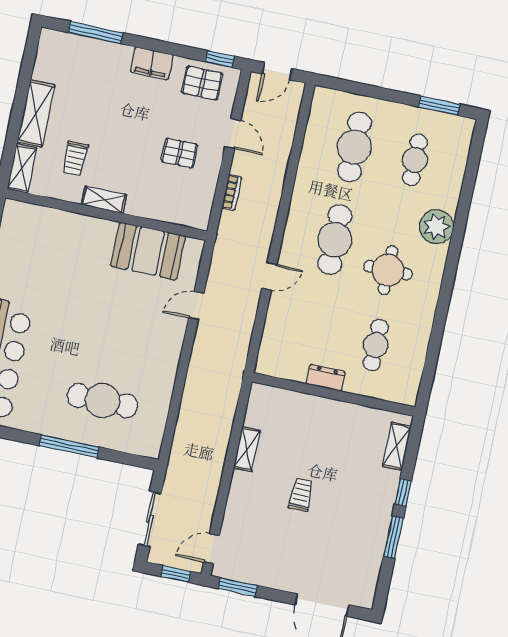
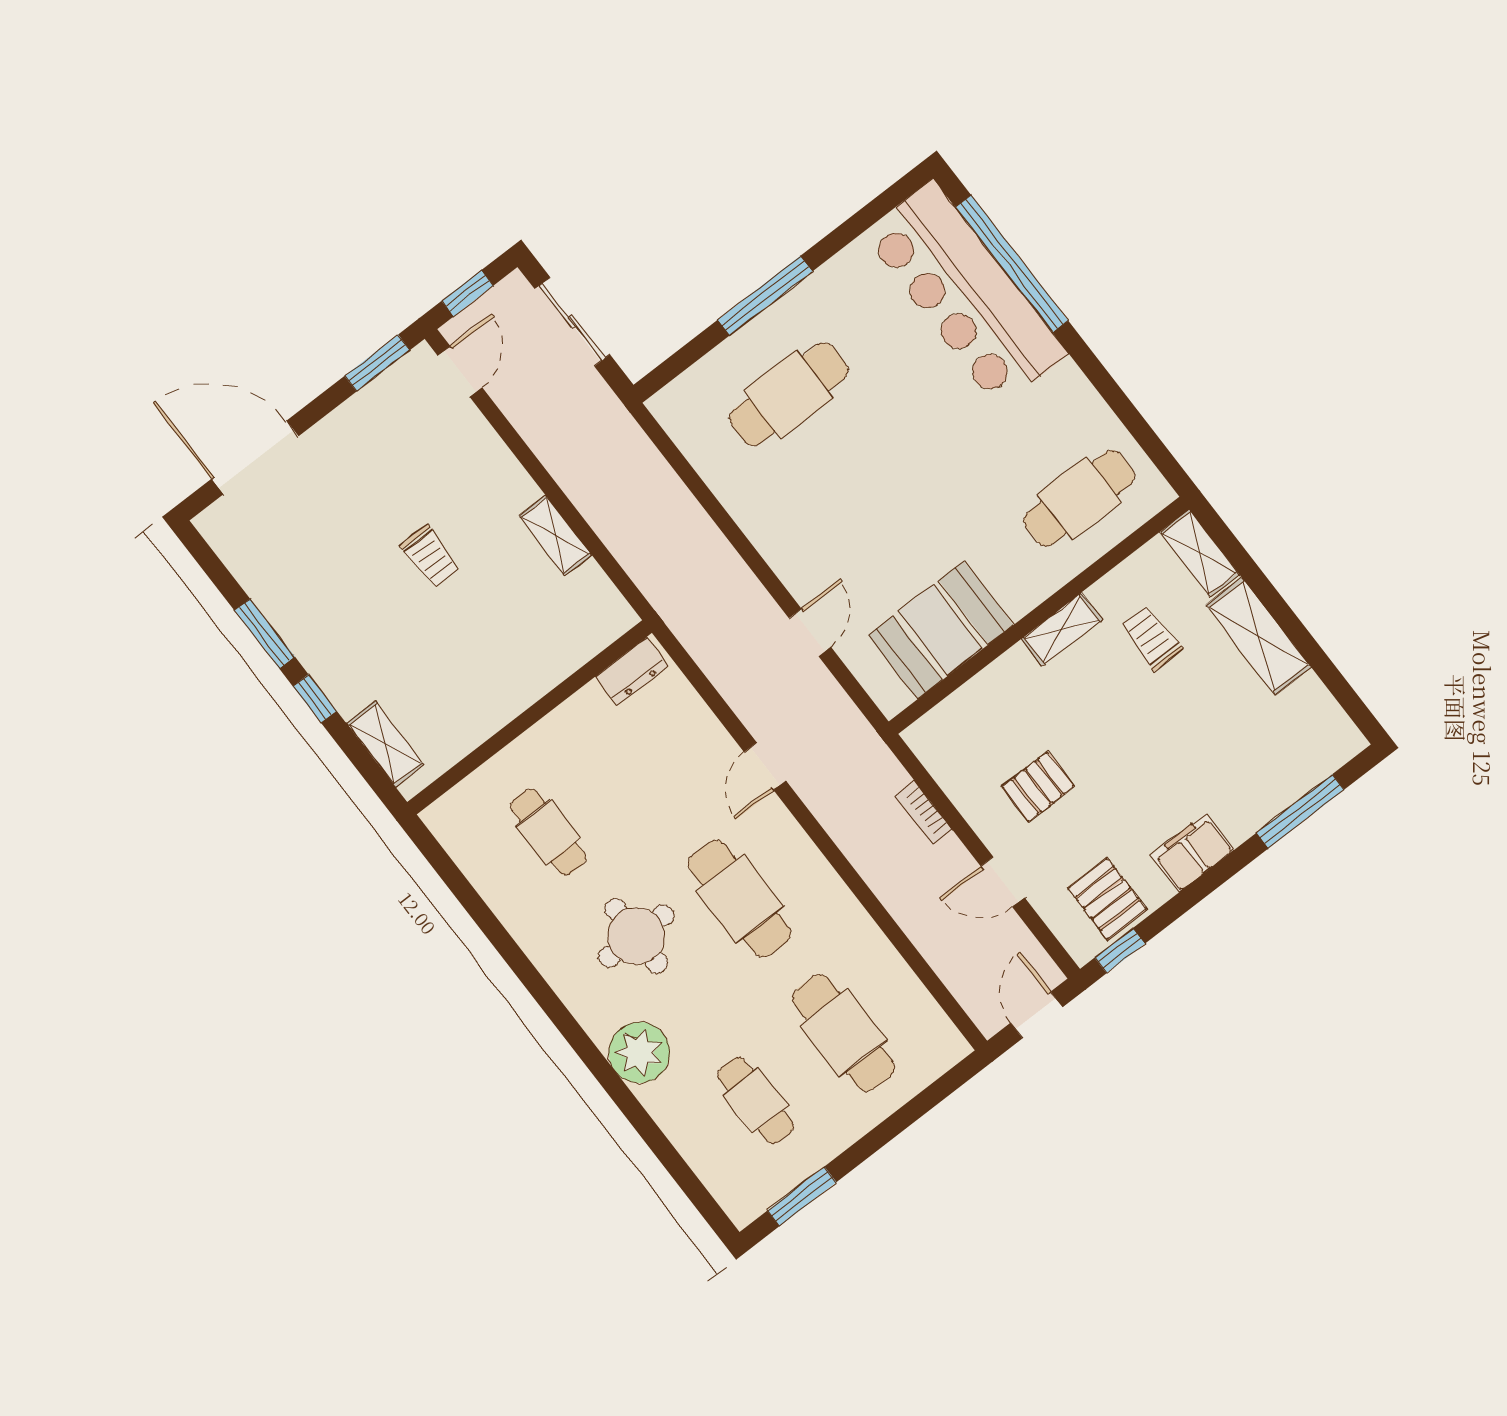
pallet: (202, 83) -> (1107, 899), turned 90
cafe table: (42, 240) -> (1079, 498), added
dresser: (326, 378) -> (632, 671), moved

